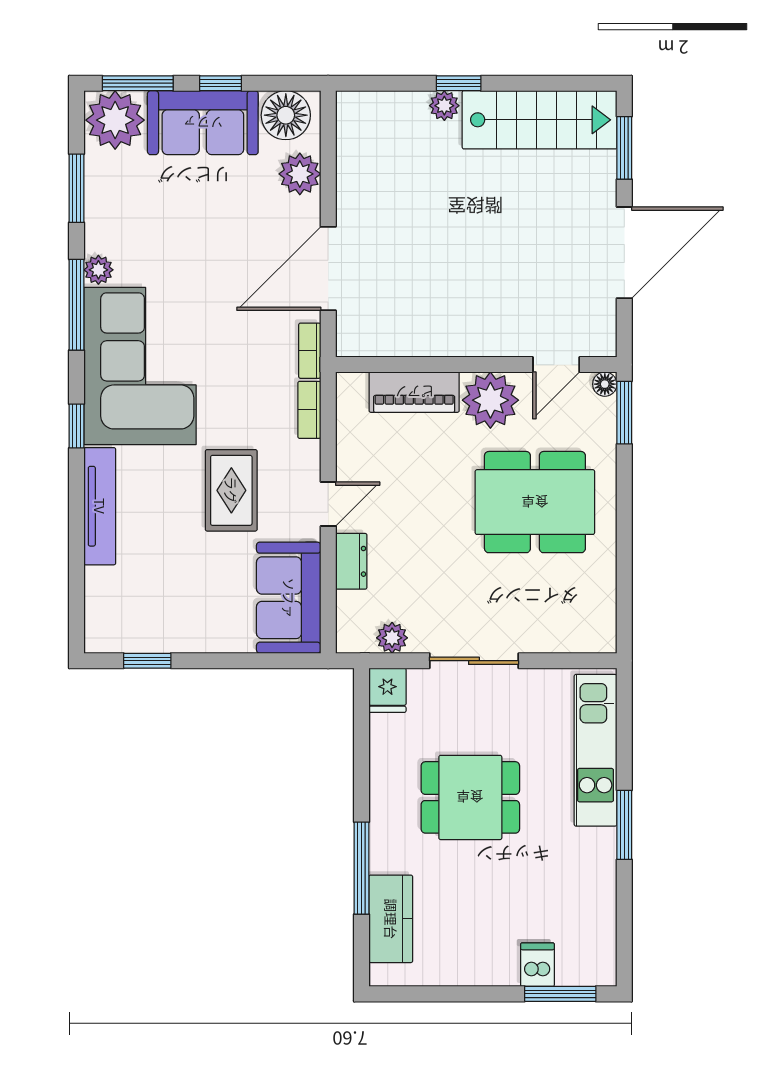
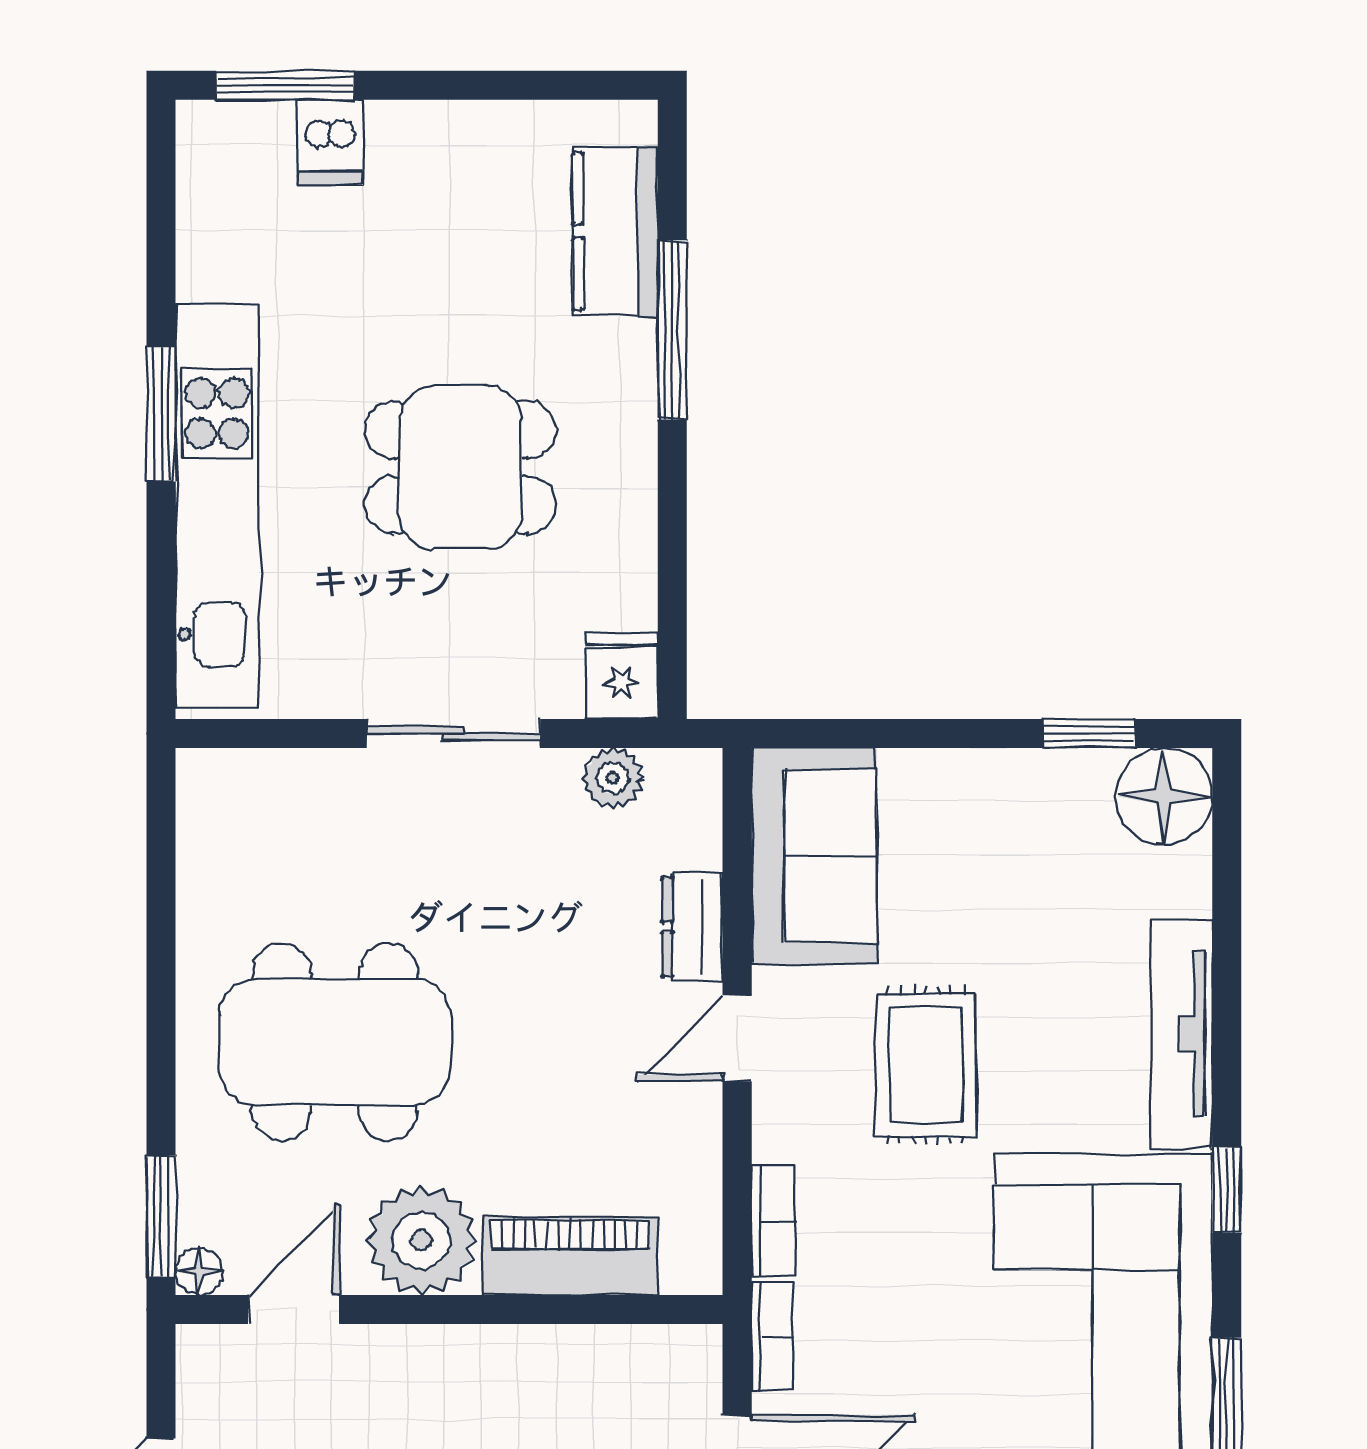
floor lamp: (109, 628) -> (1164, 796), added
kitchen unit: (596, 750) -> (217, 506), width x1.36

